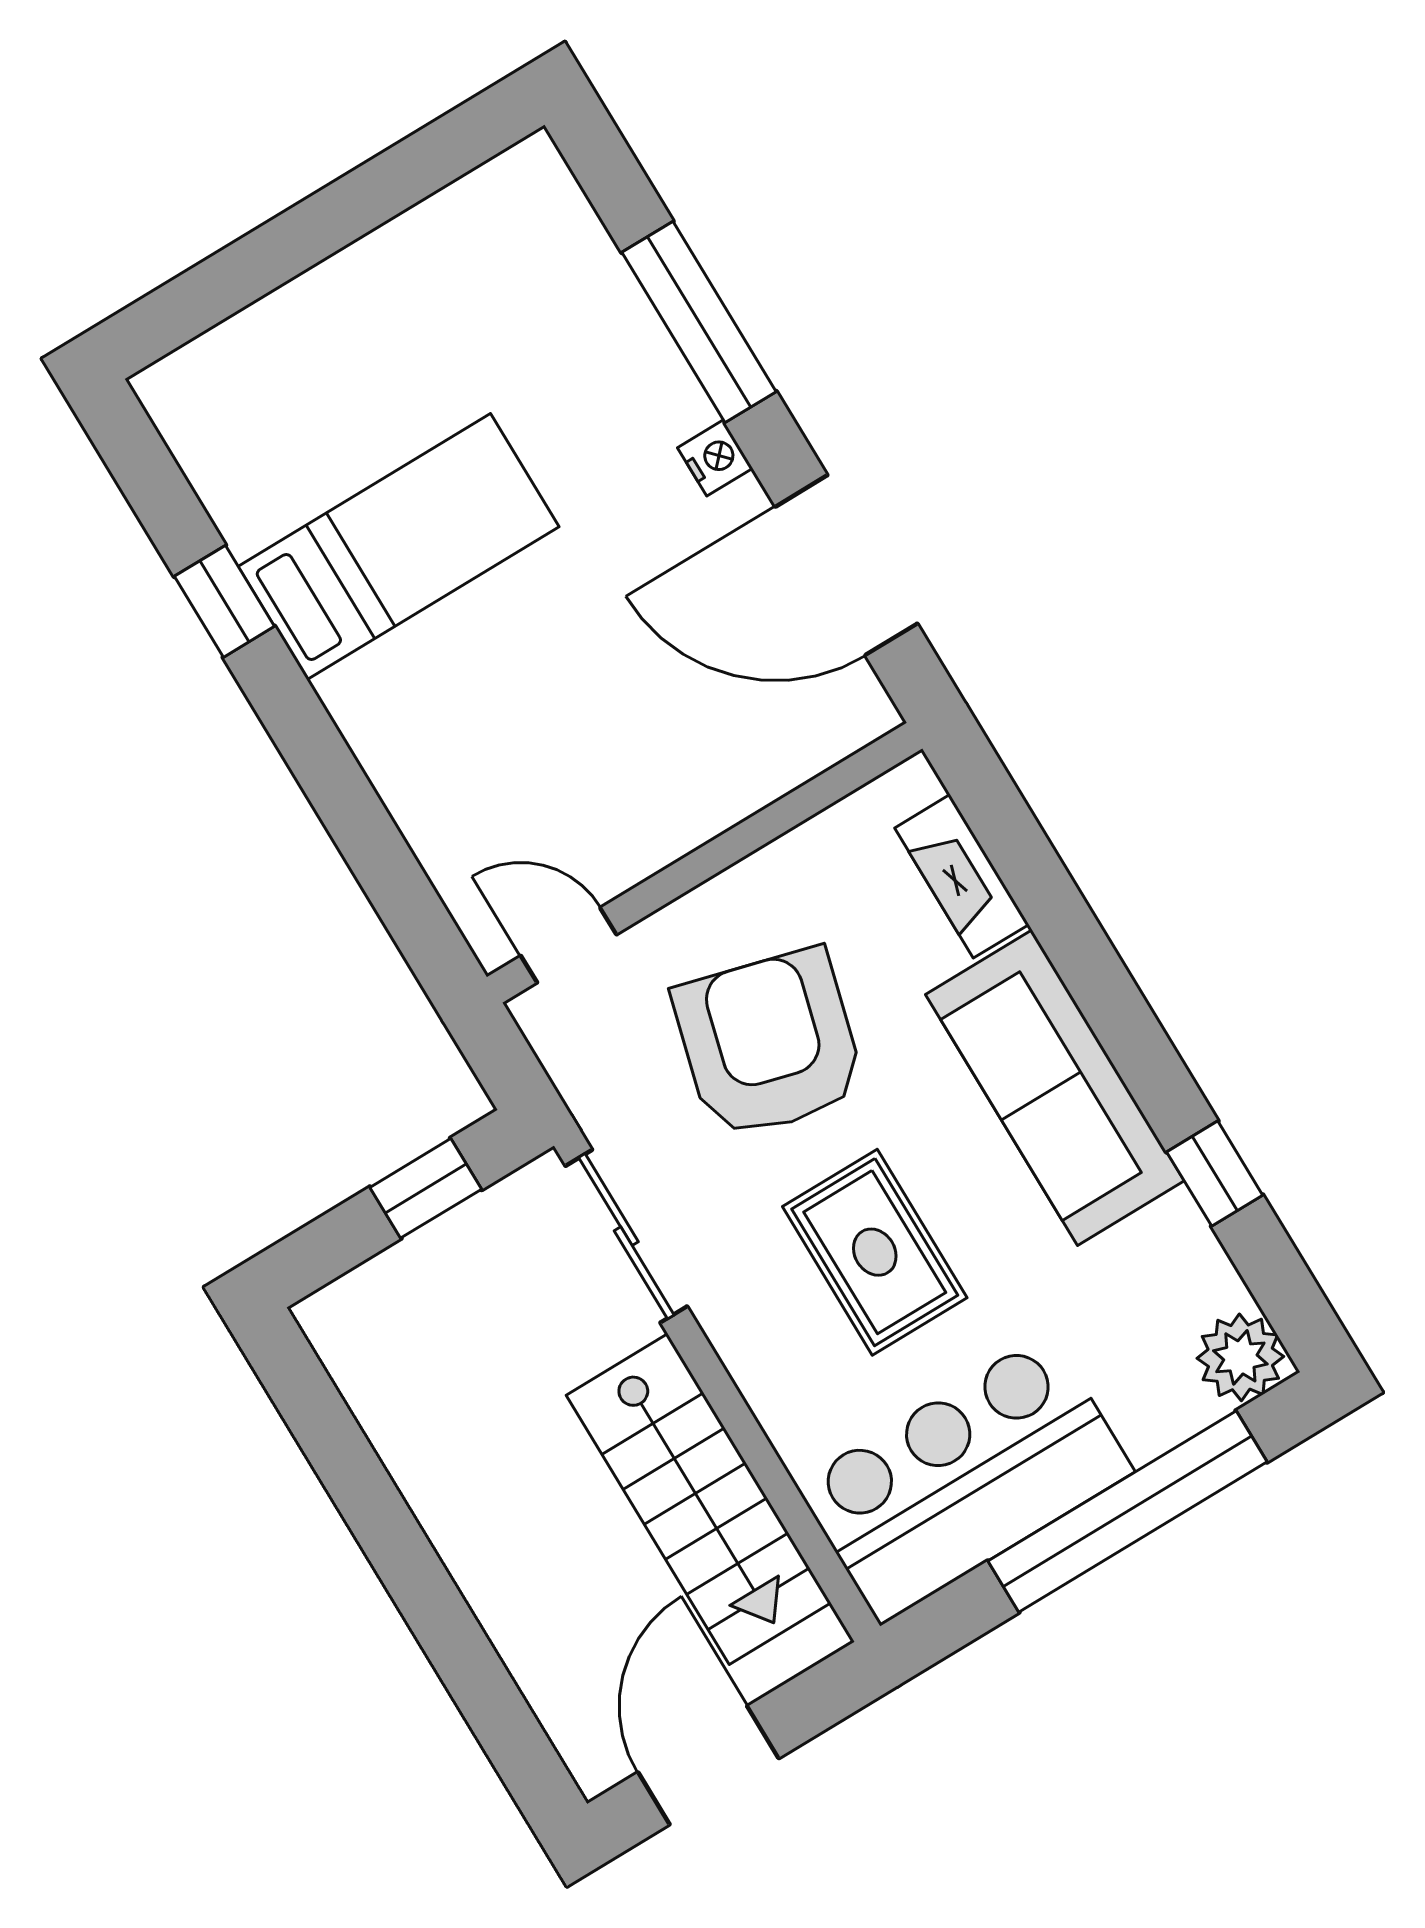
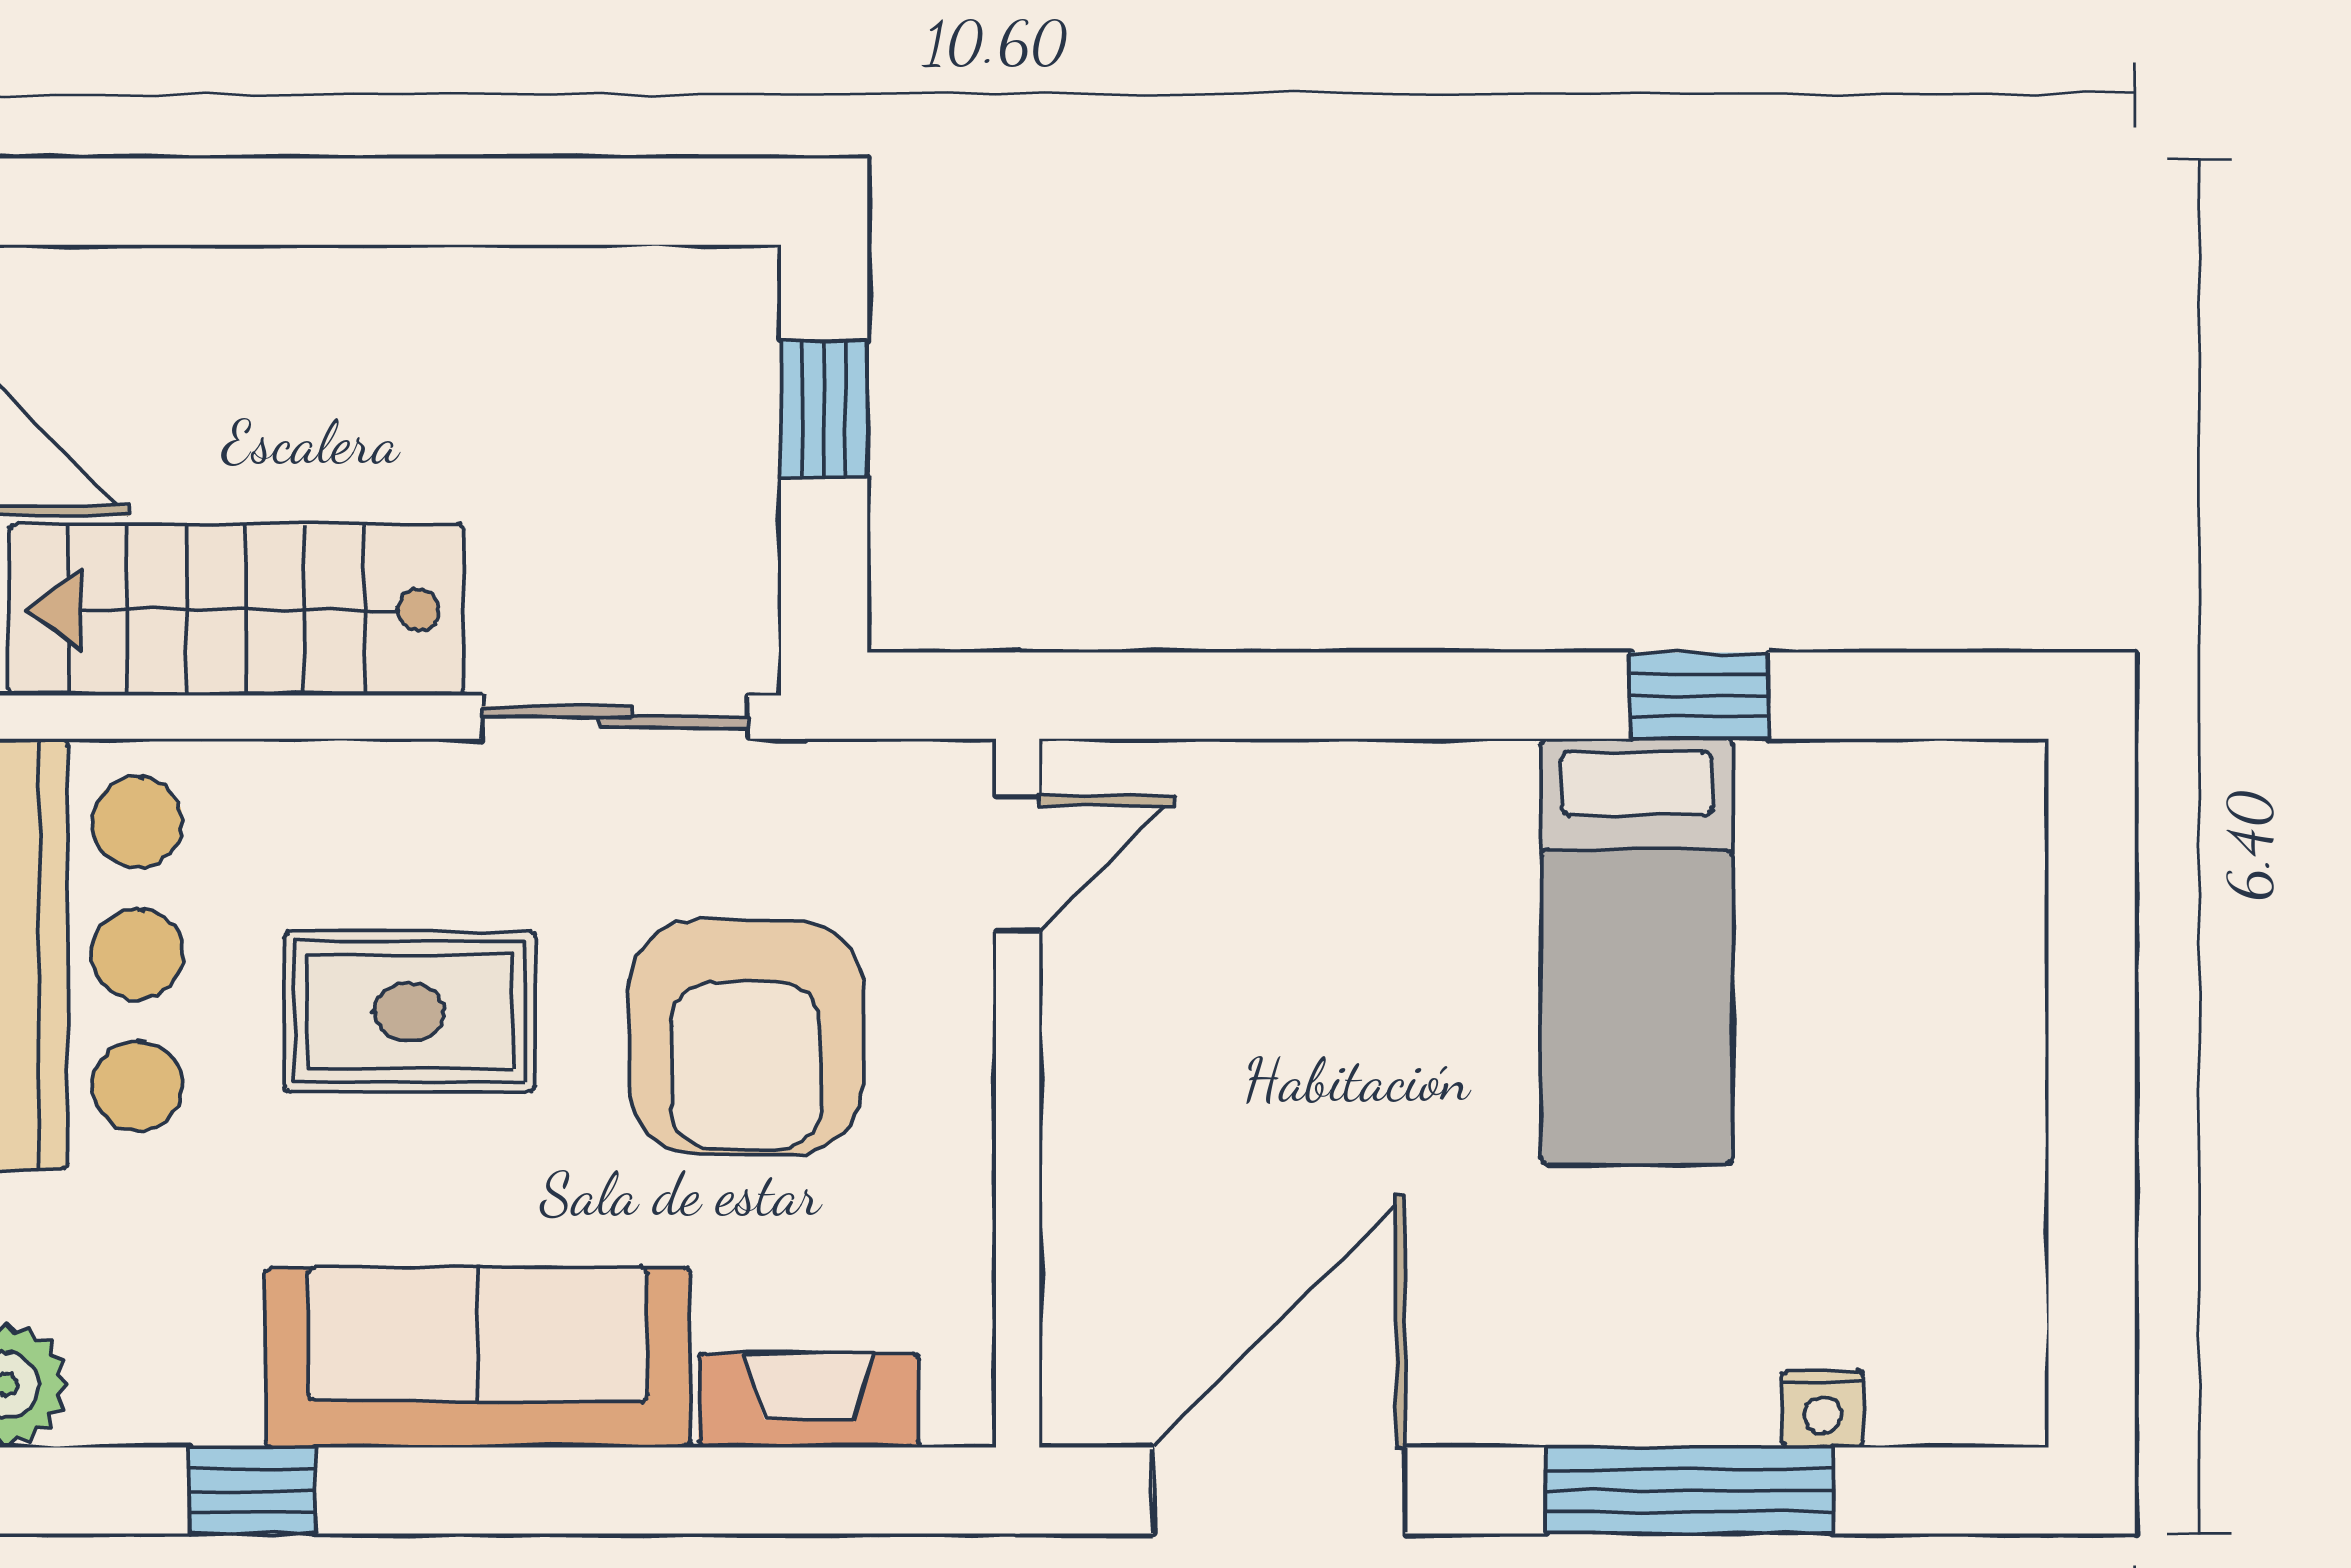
nightstand: (715, 458) -> (1822, 1409), moved
armchair: (769, 1044) -> (746, 1037), turned 75
window: (426, 1188) -> (824, 409), moved

